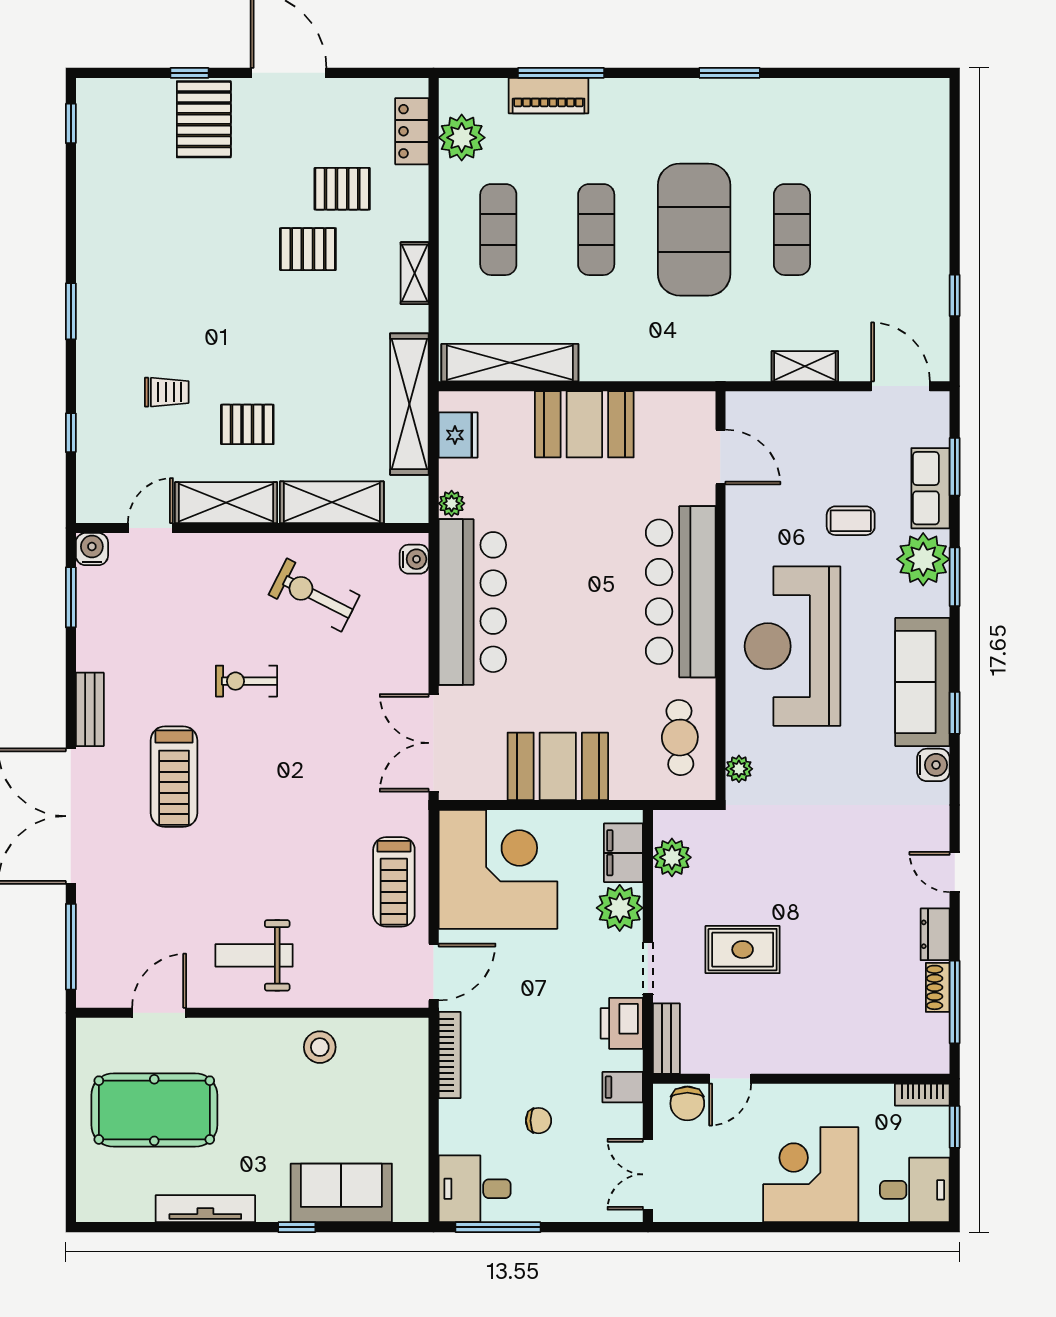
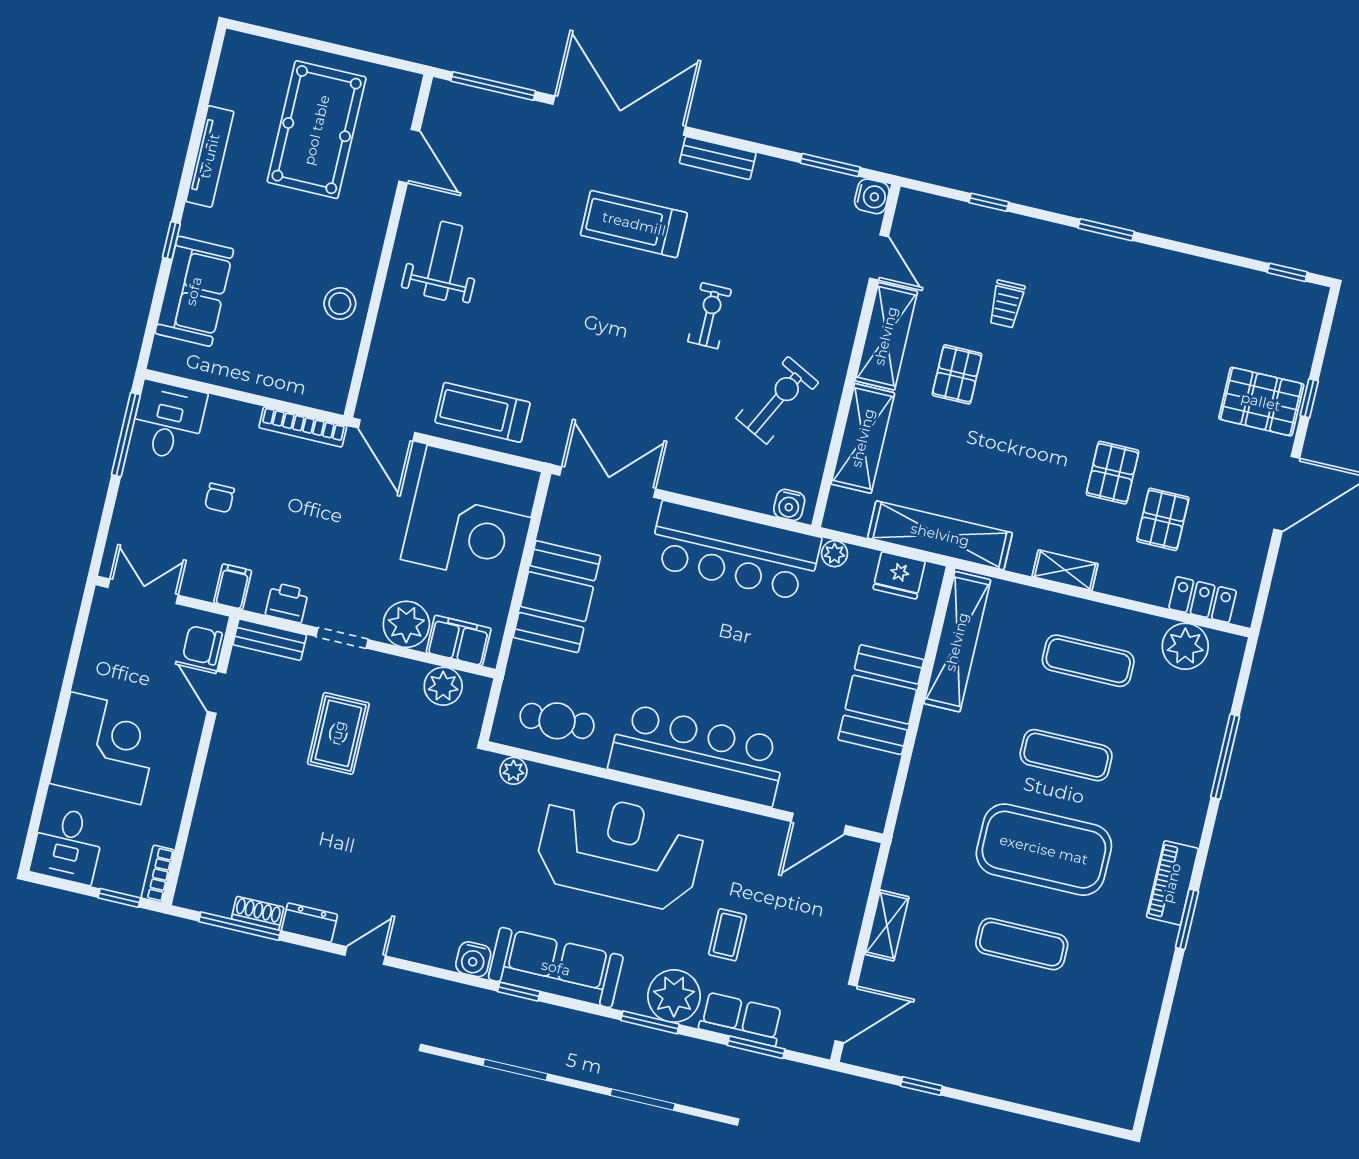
piano: (549, 96) -> (1172, 883), moved
printer: (622, 1023) -> (287, 603), width x0.73, depth x0.81

